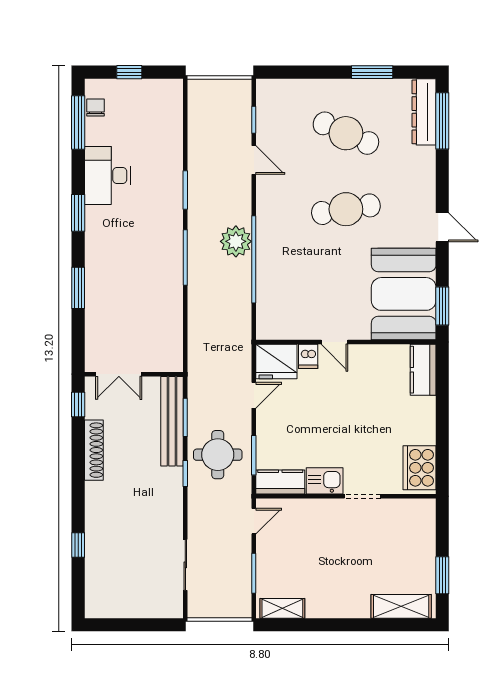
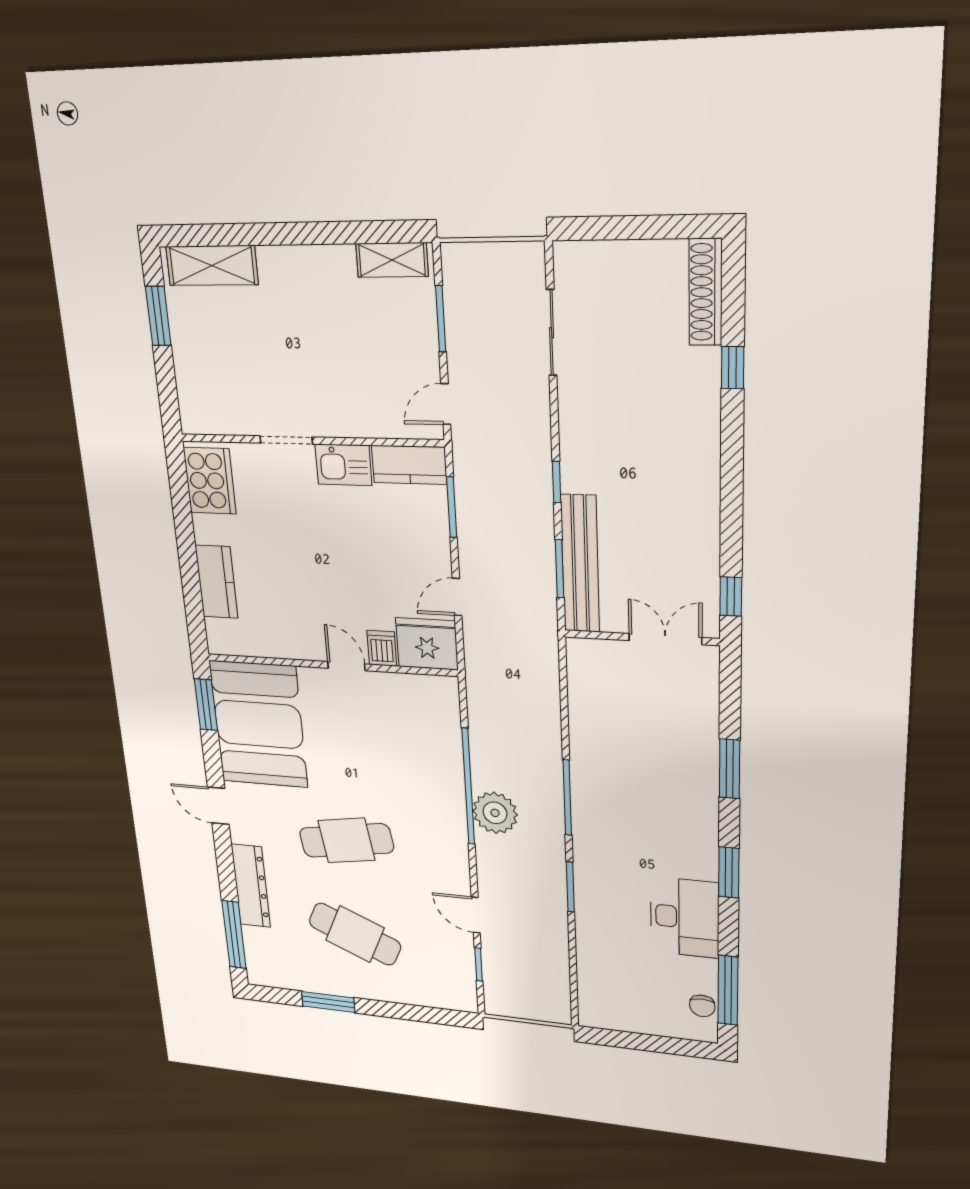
window: (129, 72) -> (654, 1043), removed
dresser: (424, 112) -> (251, 886), moved
kitchen counter: (423, 370) -> (217, 582), moved
shoe rack: (94, 450) -> (705, 292), moved
round table: (218, 455) -> (507, 510), removed

